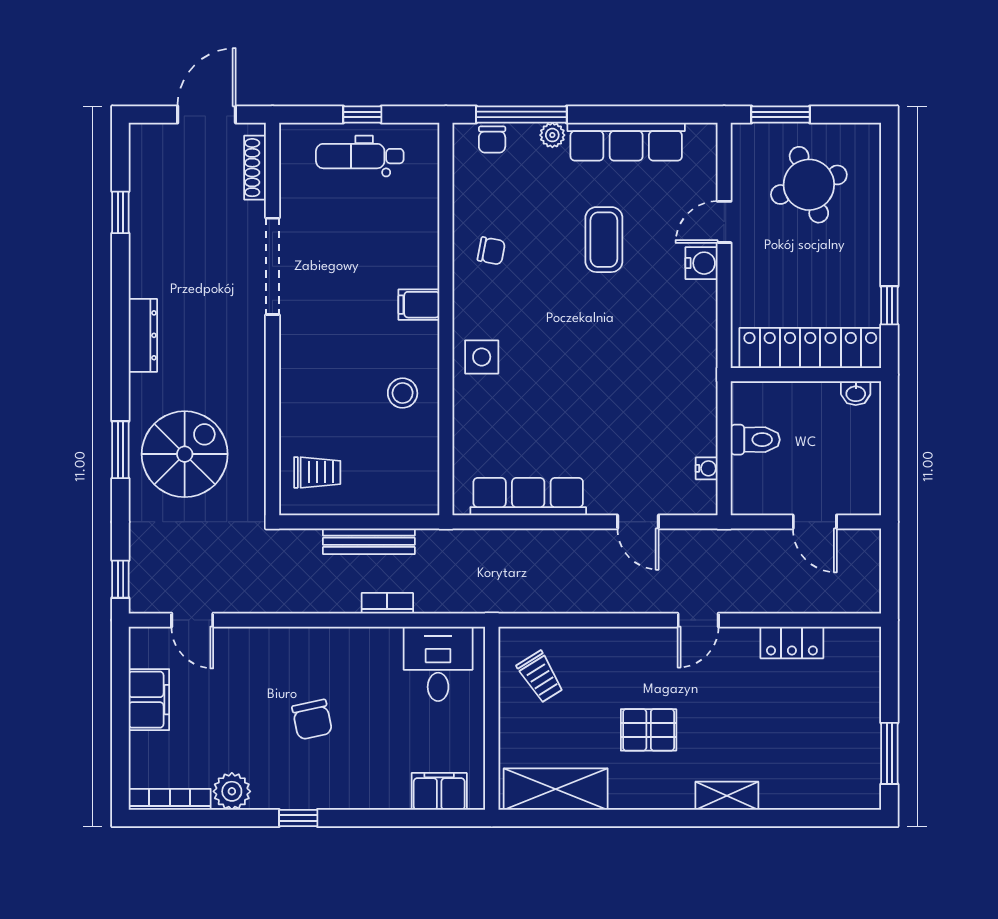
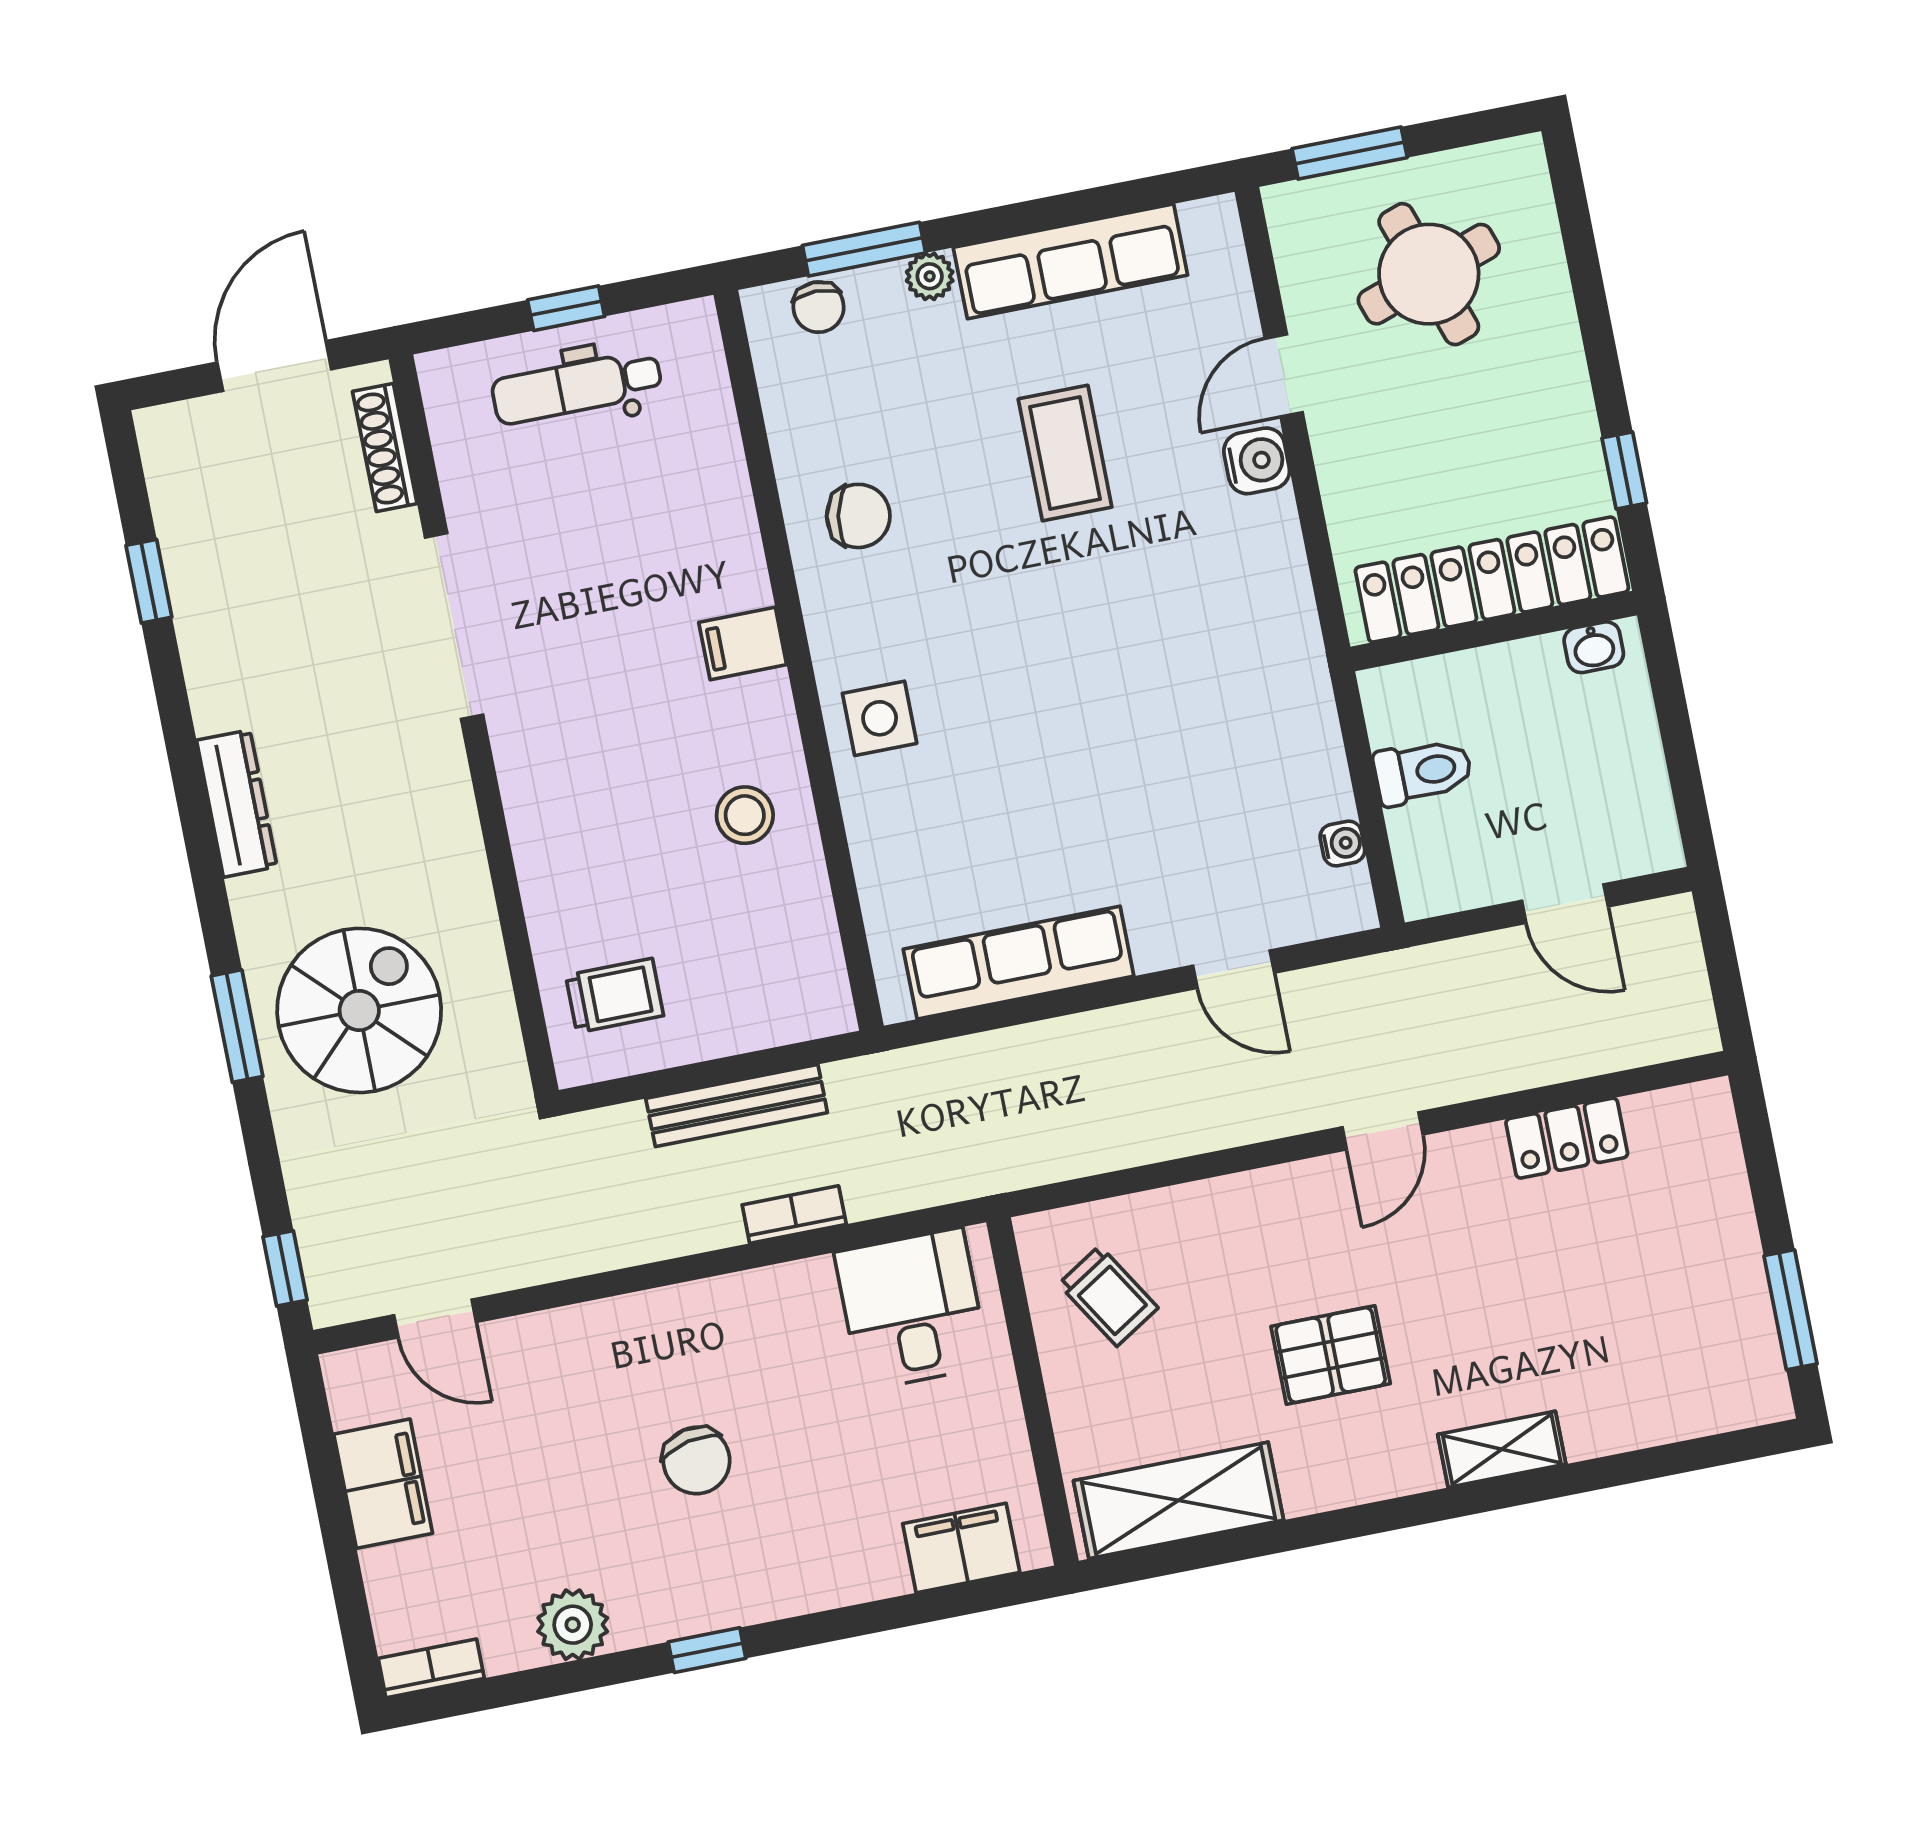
window: (521, 114) -> (864, 249), width x0.69
chair: (491, 251) -> (858, 516), width x1.37, depth x1.37
bookcase: (170, 799) -> (431, 1668), width x0.64

